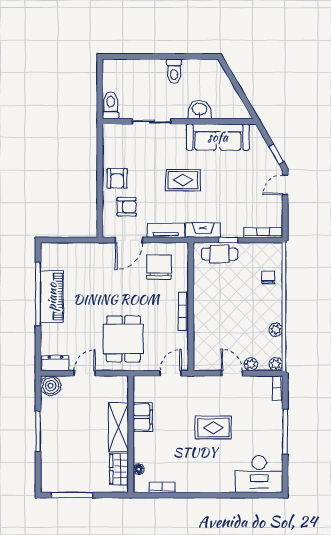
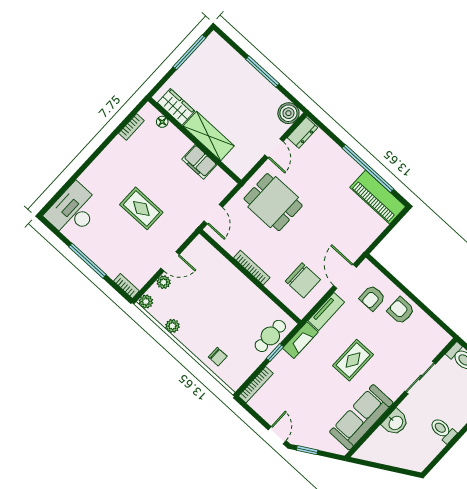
piano: (52, 297) -> (378, 197), moved
rug: (213, 428) -> (141, 208), turned 90

